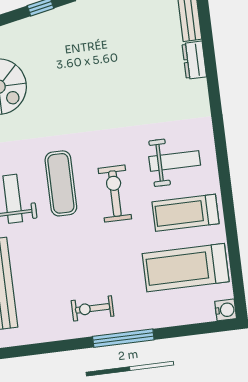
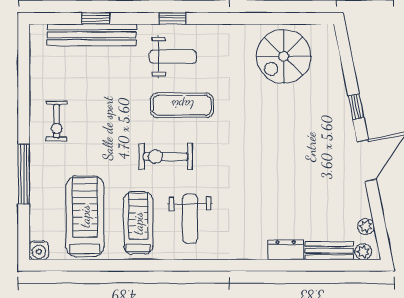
exercise bike: (115, 194) -> (166, 157), turned 180
exercise bike: (93, 308) -> (57, 121), turned 180
window: (123, 338) -> (24, 174), moved

